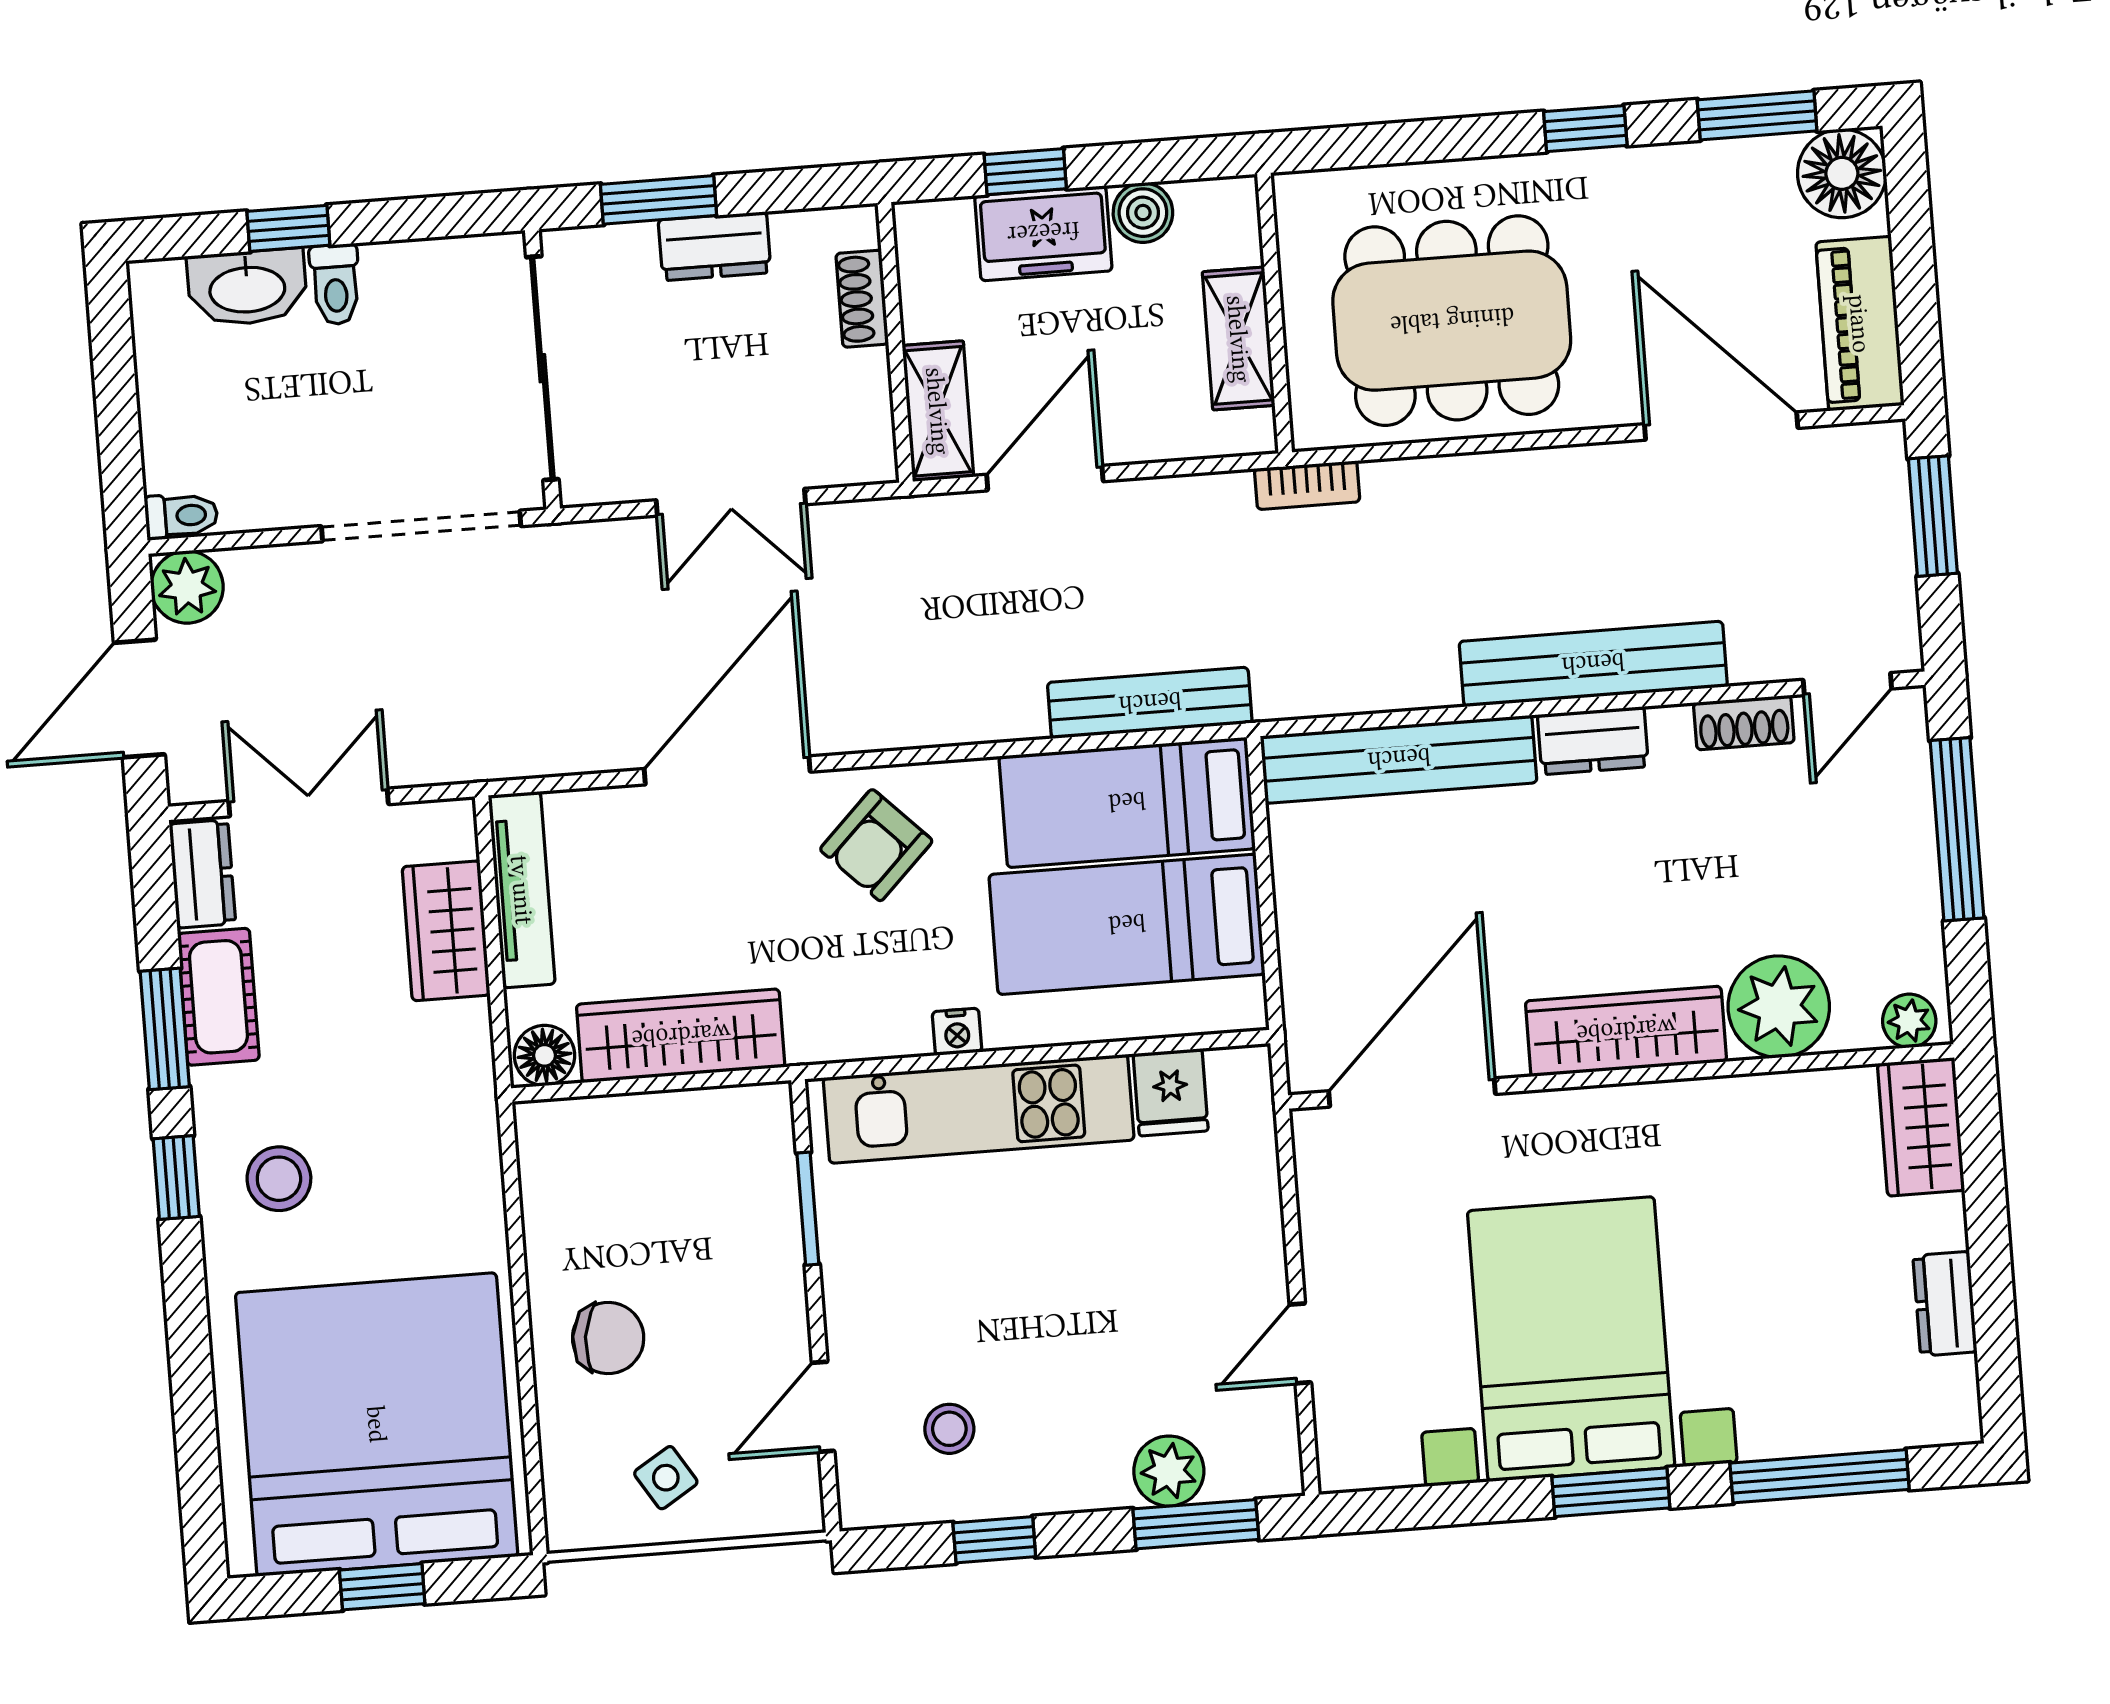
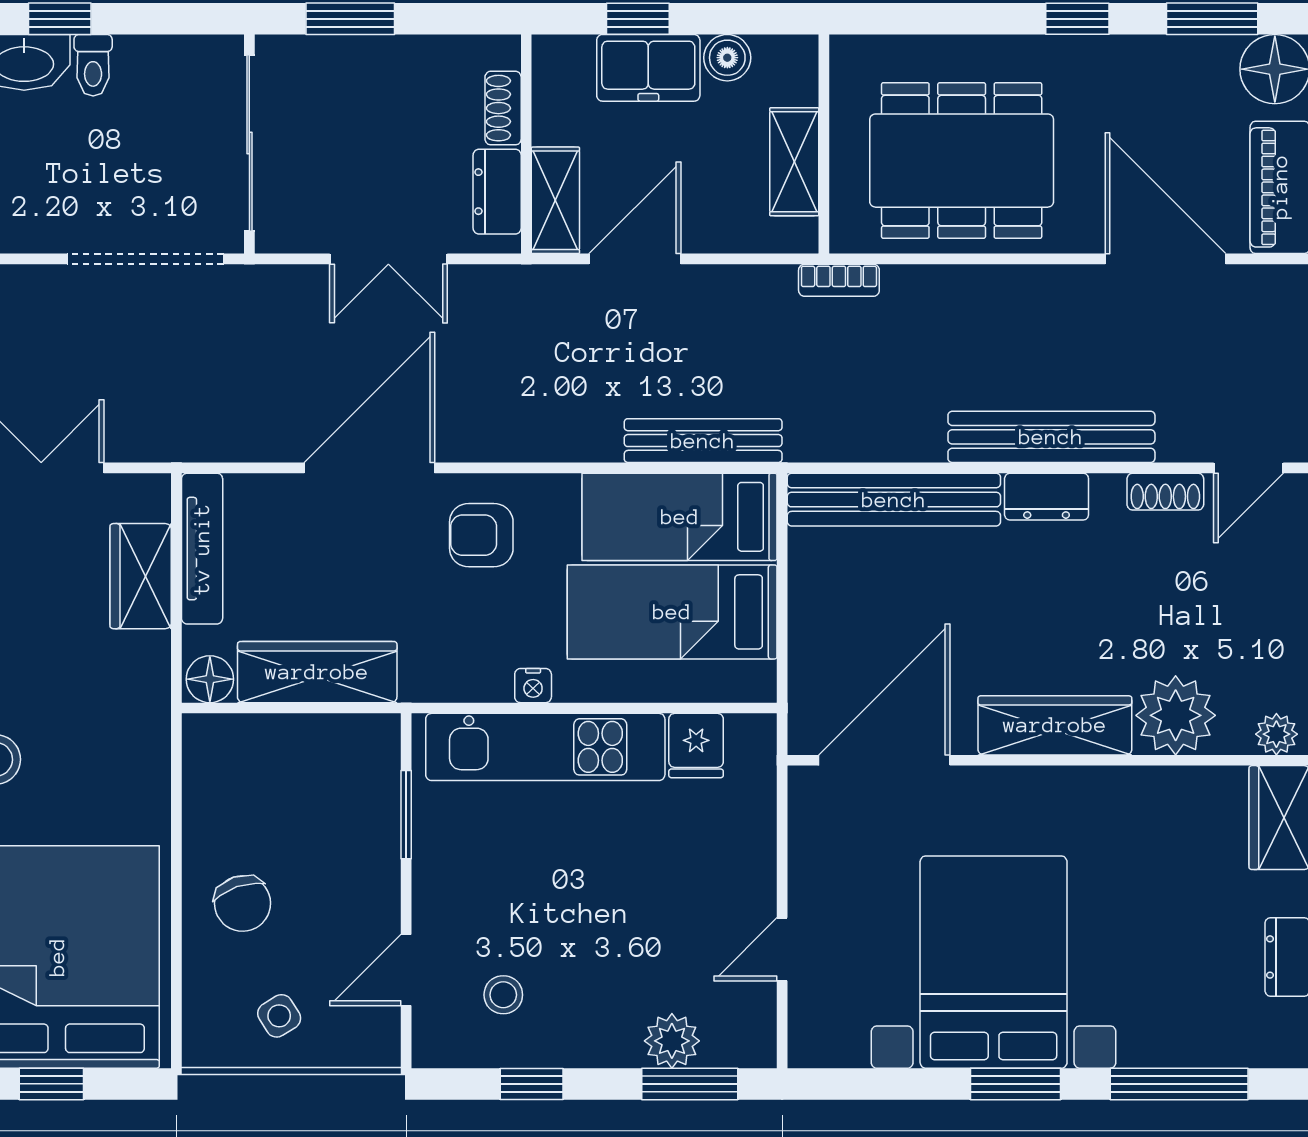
dresser: (715, 246) -> (497, 192), moved, turned 90
armchair: (876, 845) -> (481, 535), turned 45
chair: (608, 1338) -> (243, 903), turned 64

